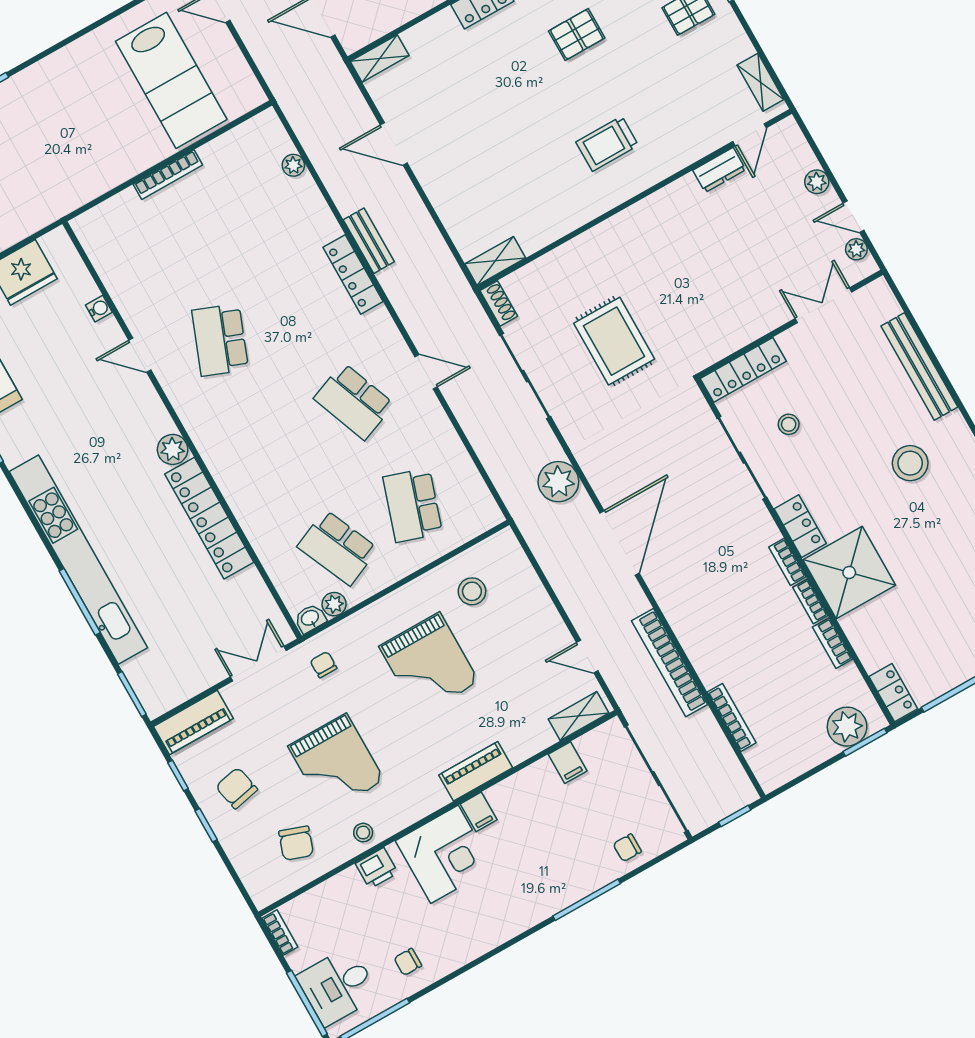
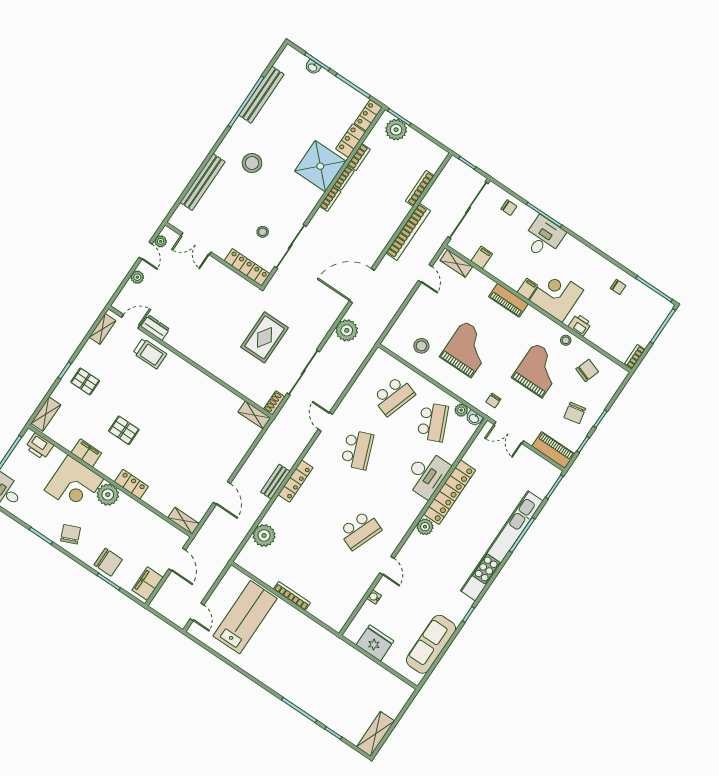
trolley: (607, 144) -> (150, 353), moved
plant: (293, 165) -> (264, 535), width x1.88, depth x1.88
desk: (257, 495) -> (427, 474), added
locker: (800, 526) -> (351, 141), moved
desk: (338, 986) -> (543, 237), moved, turned -90

